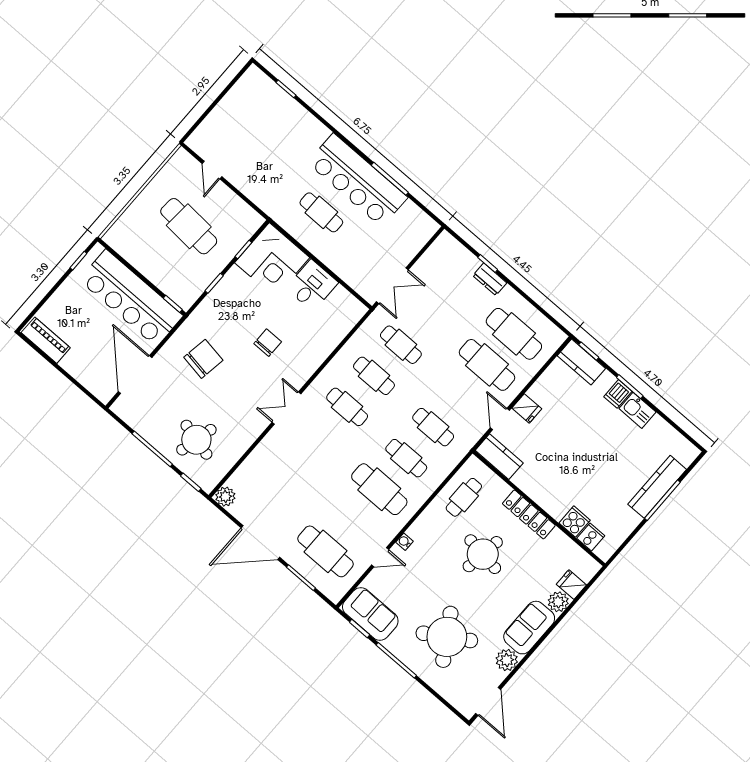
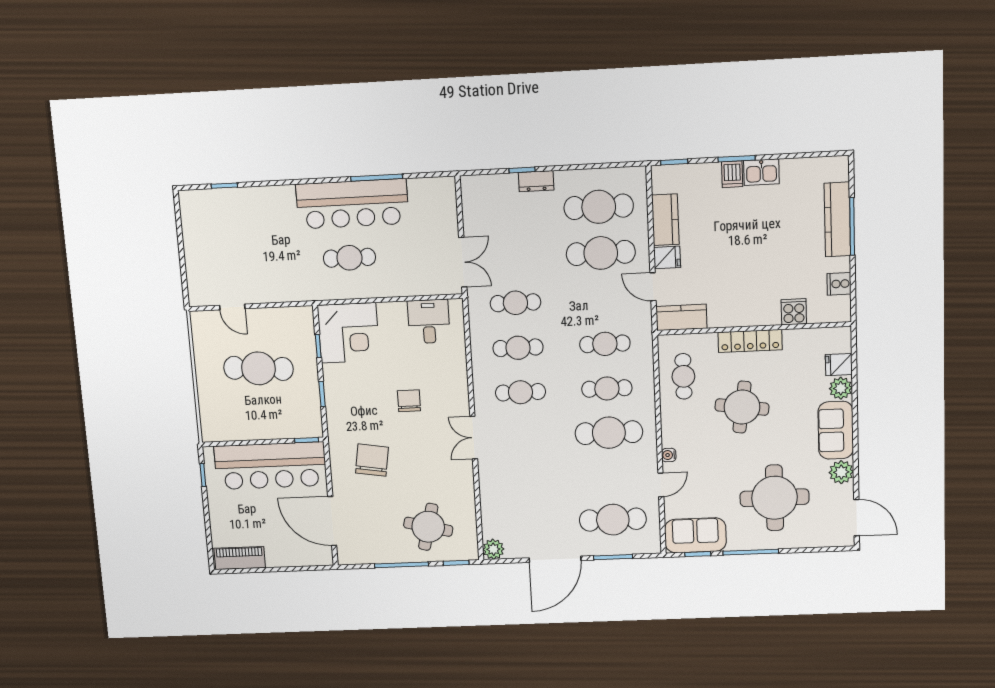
desk: (312, 285) -> (429, 321), moved
kitchen counter: (581, 362) -> (665, 220), moved, turned -90
cooker: (591, 537) -> (839, 284), moved, turned -90
round table: (447, 637) -> (775, 498), turned 32

